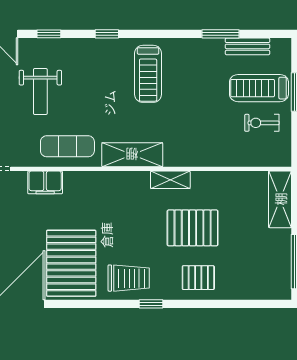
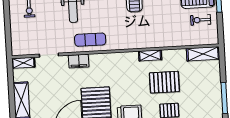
shelving: (132, 155) -> (128, 42), removed
shelving: (280, 199) -> (203, 54), moved, turned 90

